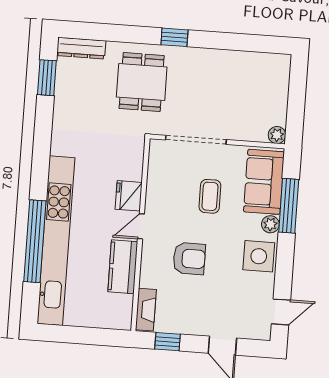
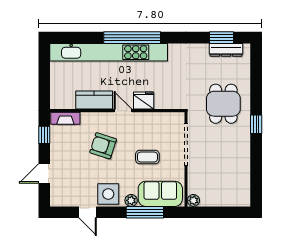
dresser: (81, 48) -> (226, 50), moved, turned -90
dining table: (142, 82) -> (223, 104), turned 90
window: (35, 241) -> (132, 38), moved
armchair: (189, 259) -> (103, 146), turned 108
door: (281, 312) -> (88, 212), moved

